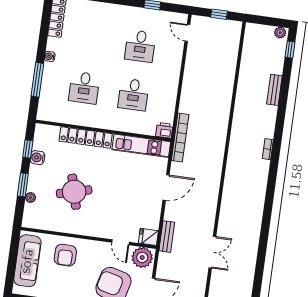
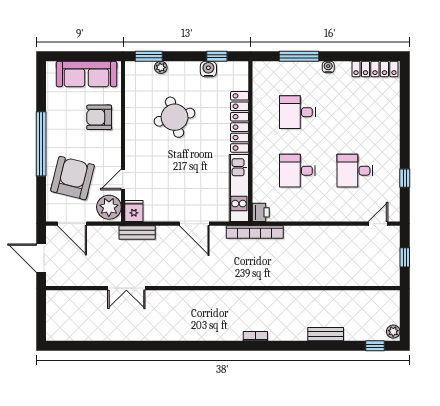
window: (23, 185) -> (149, 56), moved

